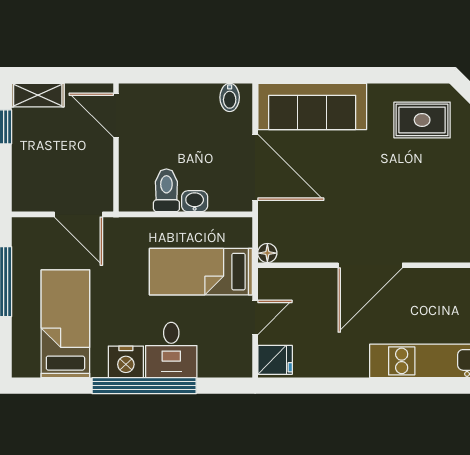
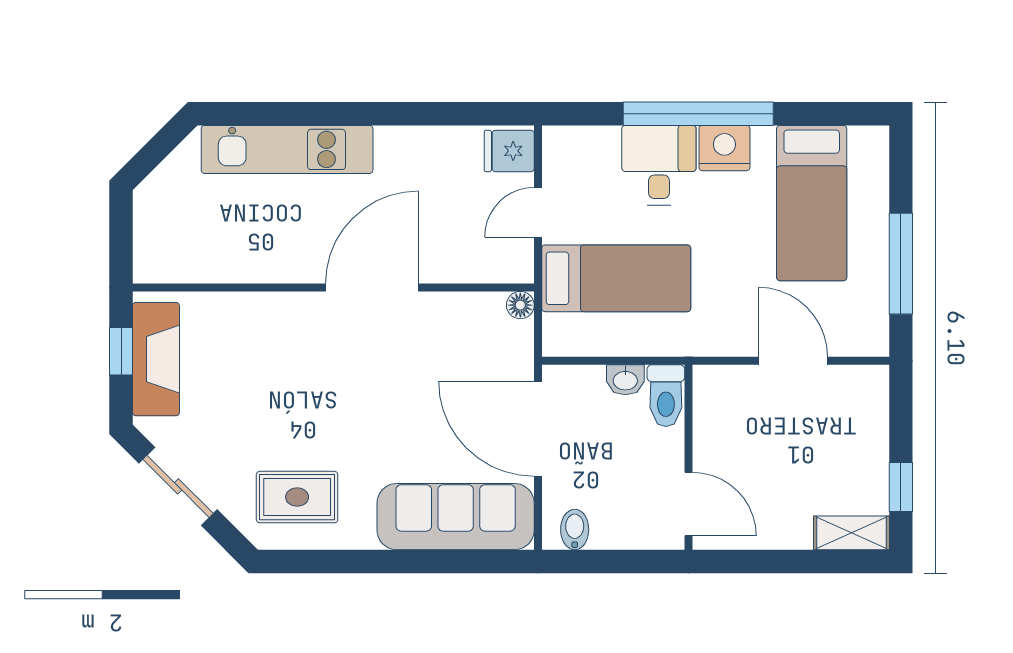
door: (116, 115) -> (689, 504), moved
wall: (116, 147) -> (689, 457), moved

